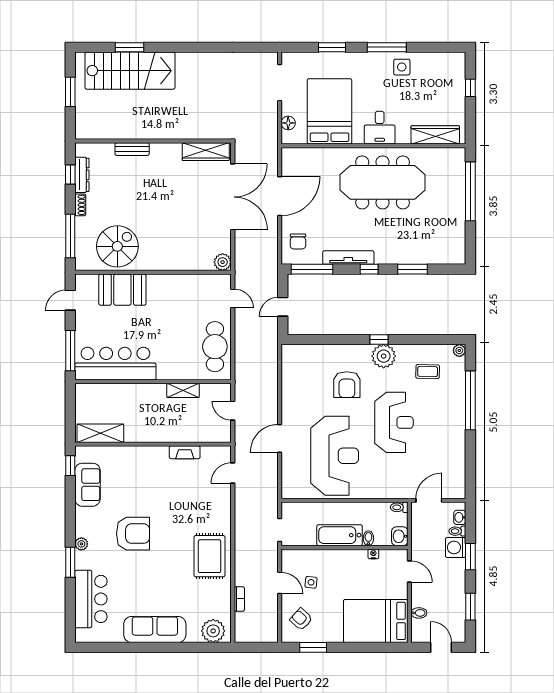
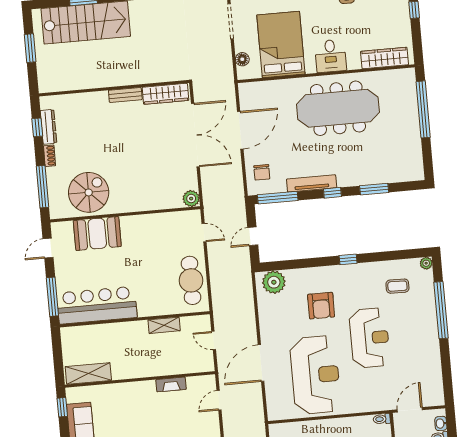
bench: (132, 149) -> (125, 95), moved
plant: (384, 356) -> (274, 282), moved
door: (280, 438) -> (261, 363), width x1.36

